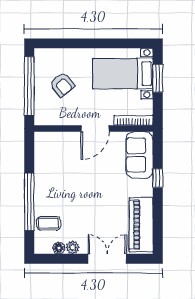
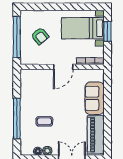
sofa: (139, 155) -> (95, 98), moved
window: (158, 178) -> (107, 102), removed
coffee table: (49, 223) -> (44, 121), moved

